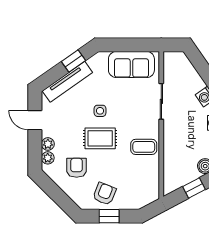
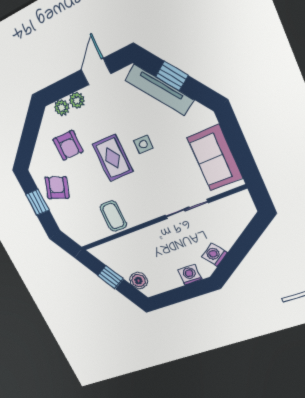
window: (74, 61) -> (172, 76), moved
coffee table: (144, 147) -> (113, 216), moved
armchair: (77, 168) -> (68, 145), turned 90
armchair: (104, 194) -> (57, 188), turned -91

